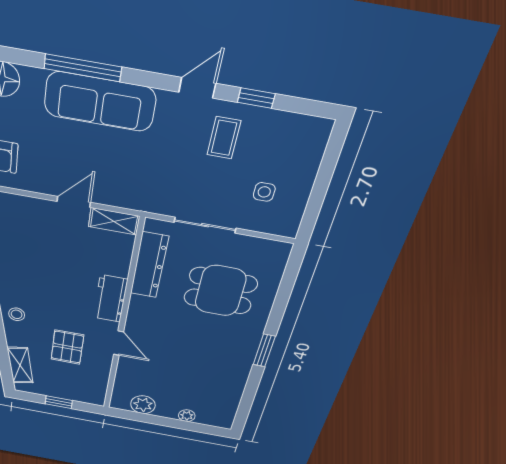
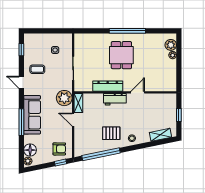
window: (256, 98) -> (21, 50), moved
plant: (132, 191) -> (64, 98), added
dresser: (149, 265) -> (108, 86), moved
dining table: (220, 291) -> (121, 55), moved
pallet: (67, 347) -> (111, 133), moved
window: (264, 351) -> (127, 31), width x2.11
plant: (143, 405) -> (171, 45), moved

